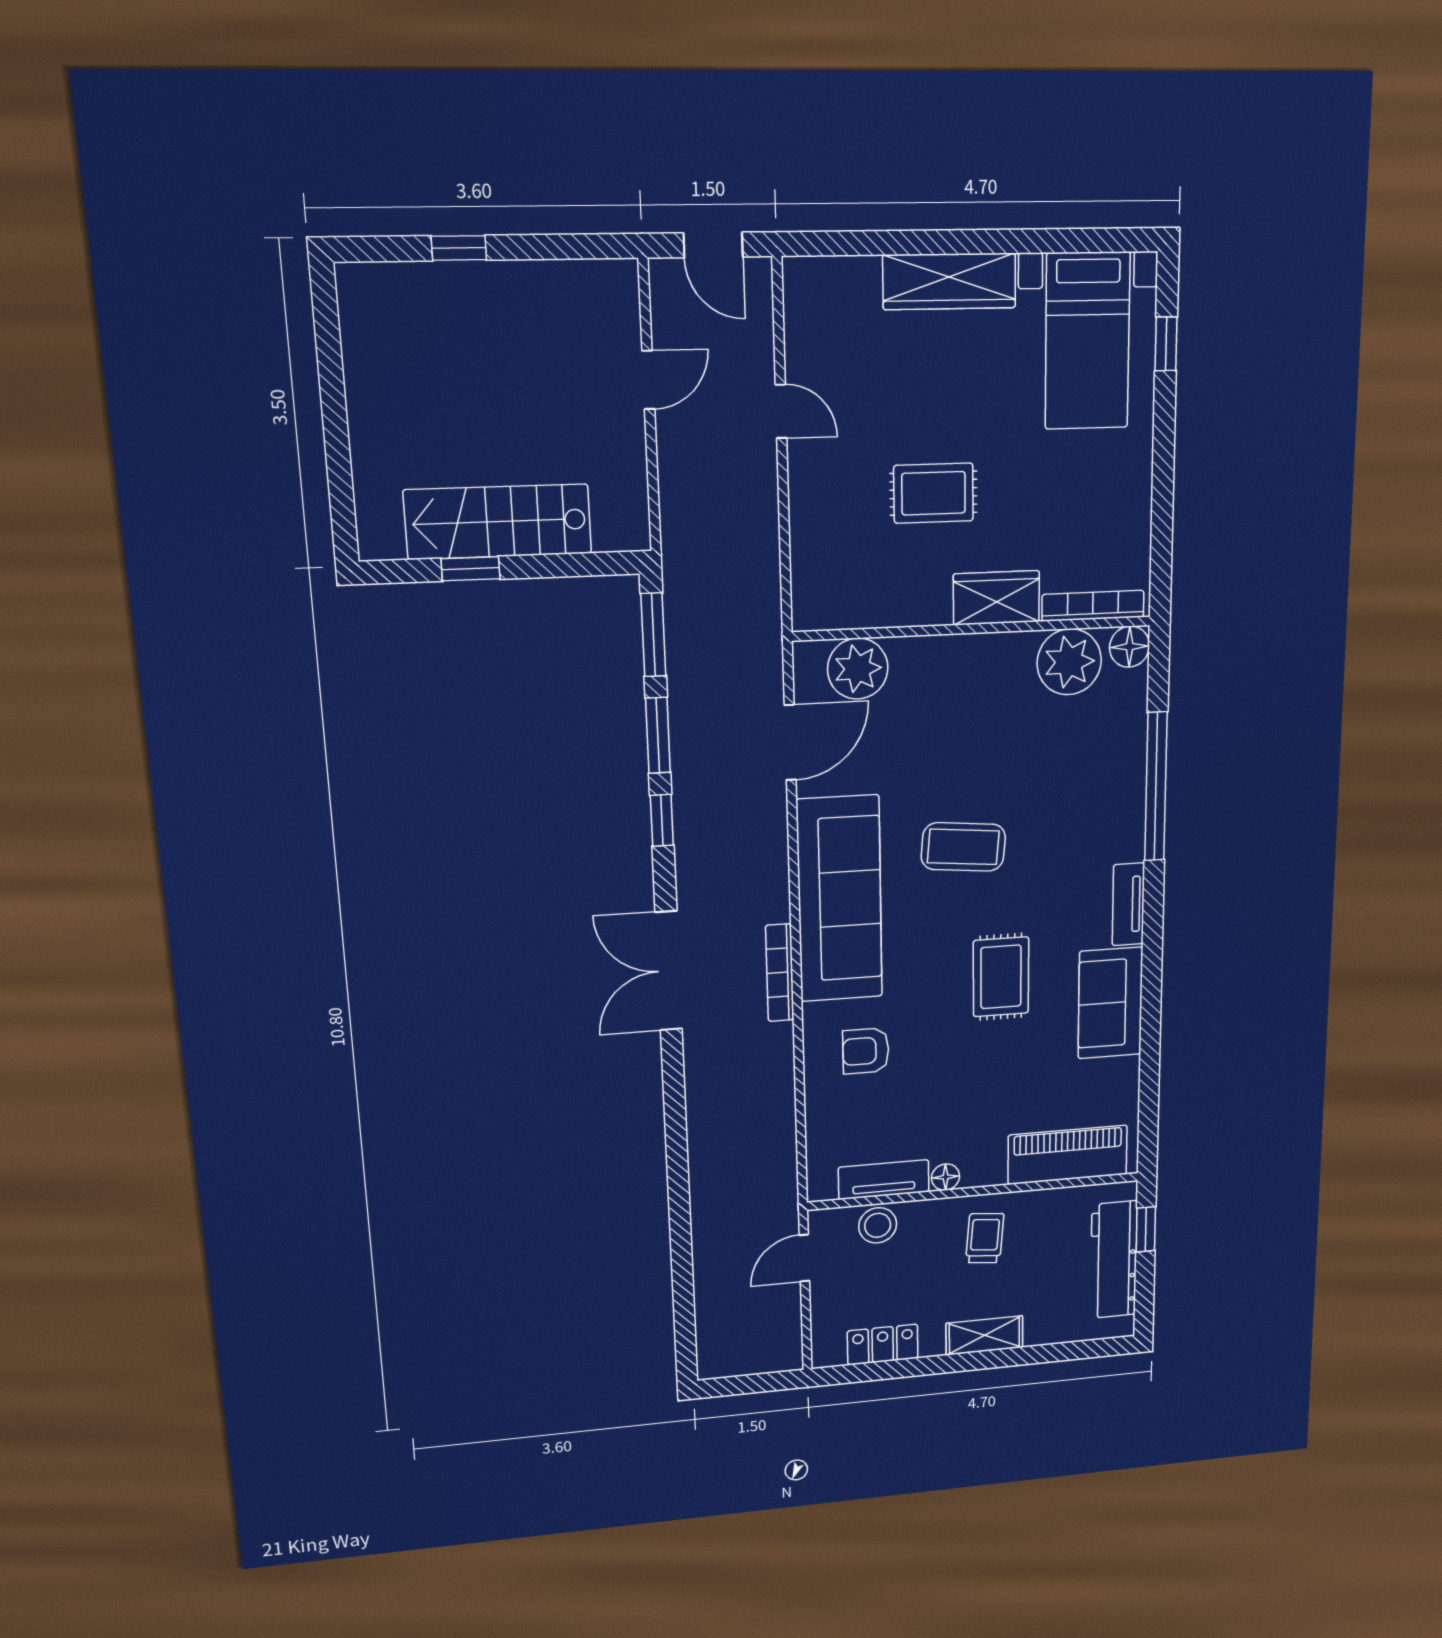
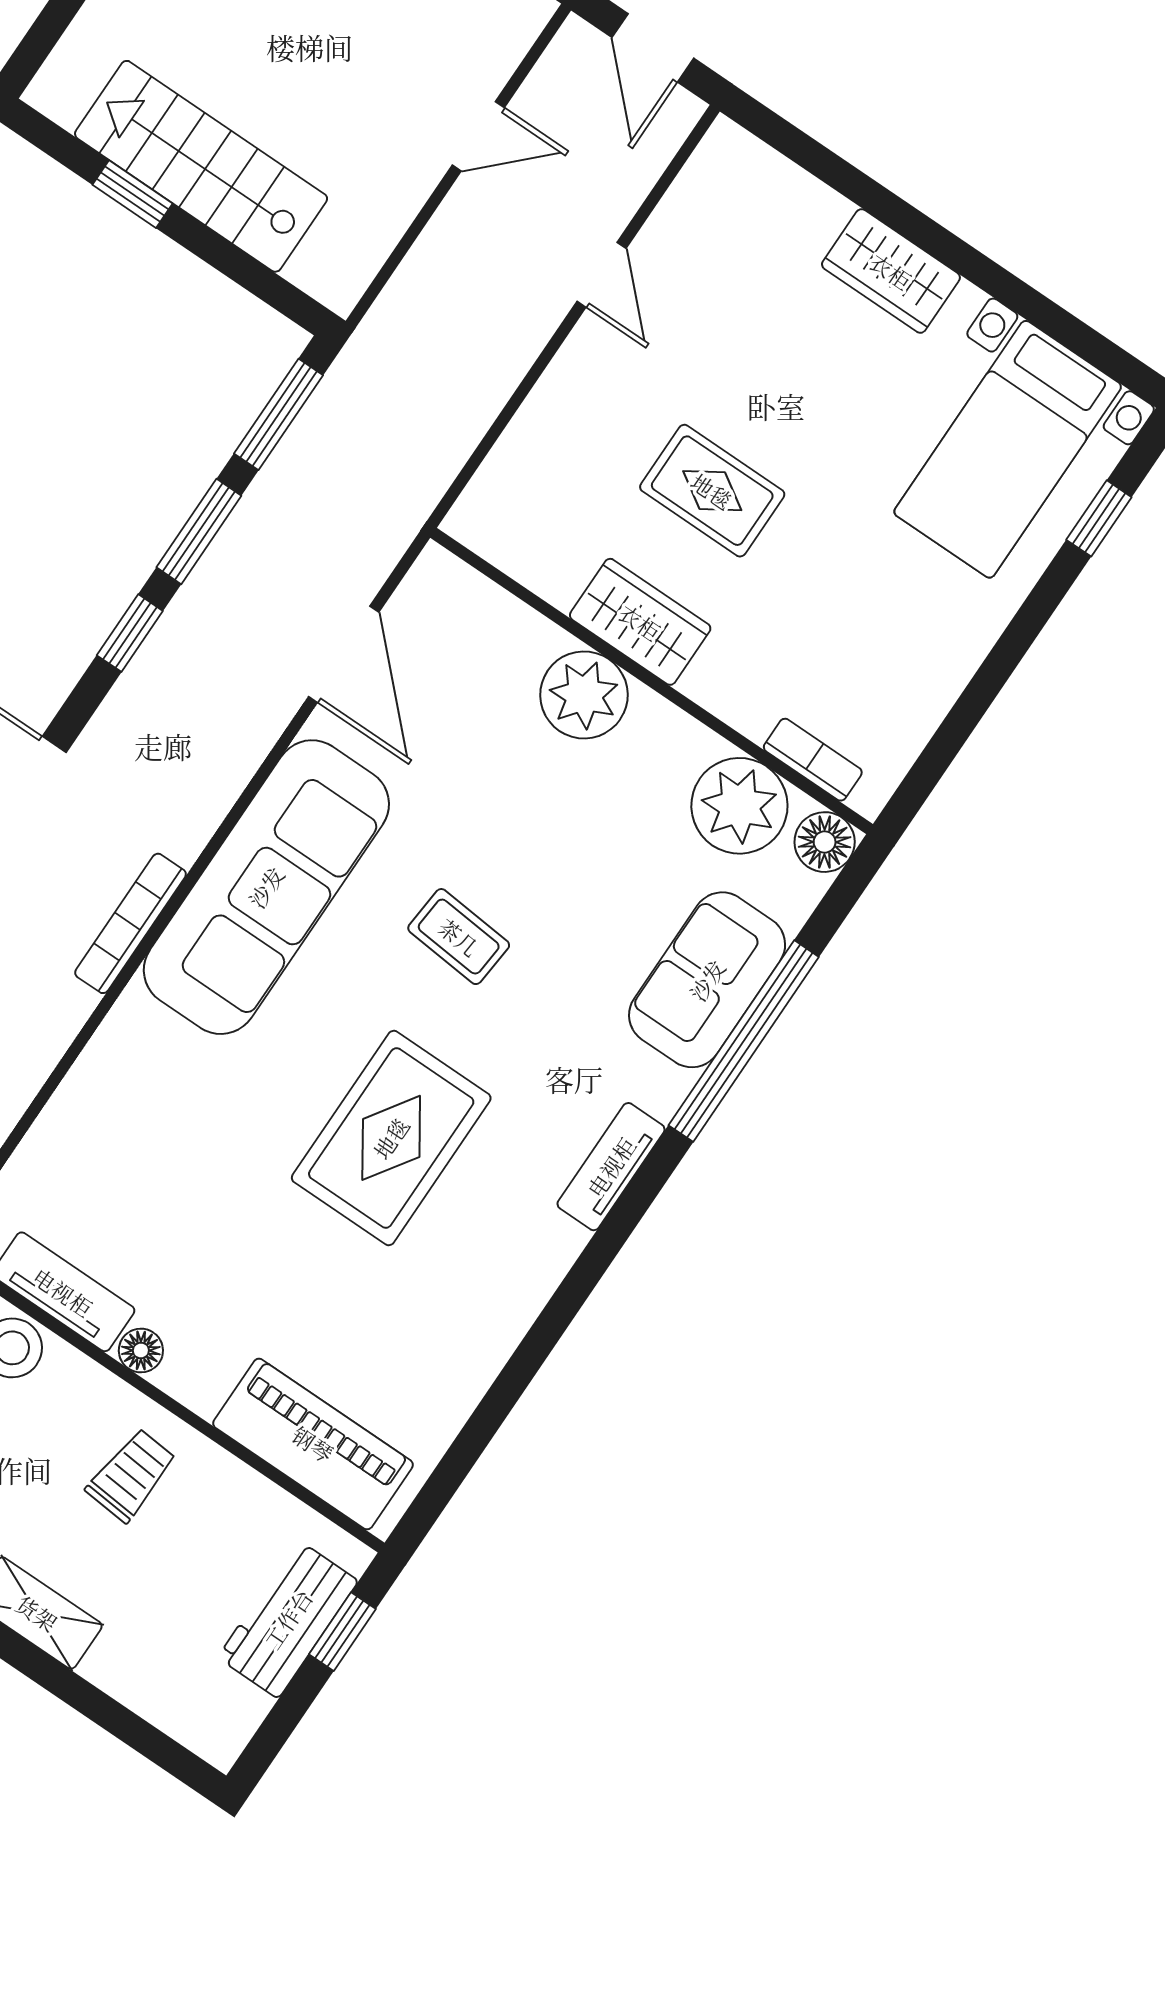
wardrobe: (949, 281) -> (891, 271), width x0.67
wardrobe: (996, 598) -> (640, 622), moved
bookcase: (1093, 606) -> (813, 760), width x0.64
plant: (858, 669) -> (584, 695), moved
door: (790, 742) -> (344, 654), hinge flipped
coffee table: (963, 847) -> (459, 937), width x0.73, depth x0.77
rug: (1001, 977) -> (391, 1138), width x1.36, depth x1.43
sofa: (1110, 1003) -> (707, 980), moved
armchair: (866, 1051) -> (161, 1104), removed
workbench: (1114, 1260) -> (288, 1619), width x0.73

